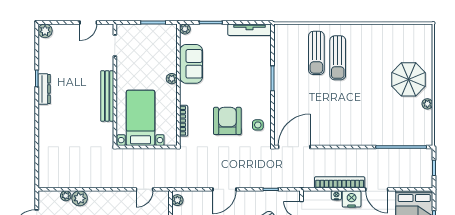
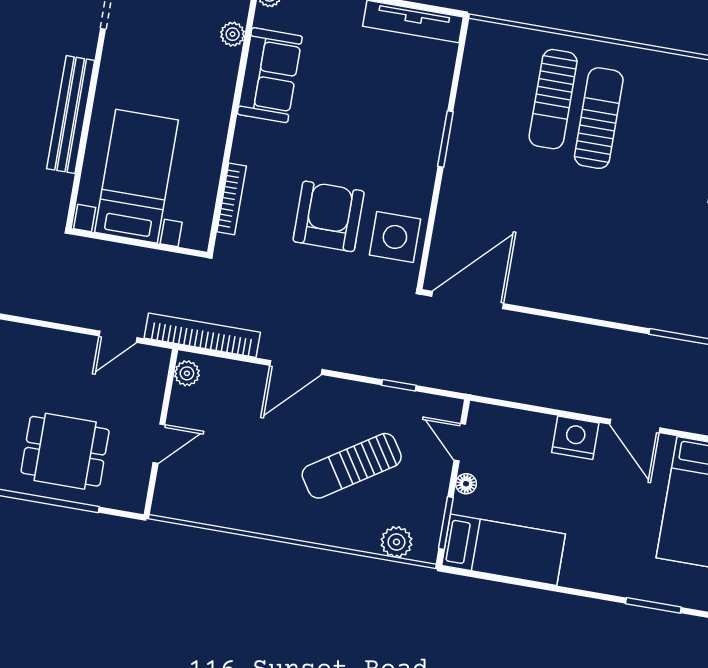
sun lounger: (338, 58) -> (599, 118), turned 180
plant: (172, 79) -> (233, 34), moved
side table: (258, 125) -> (395, 237), width x1.87, depth x1.87
bookcase: (340, 182) -> (202, 335), moved
nightstand: (336, 195) -> (543, 424), removed

